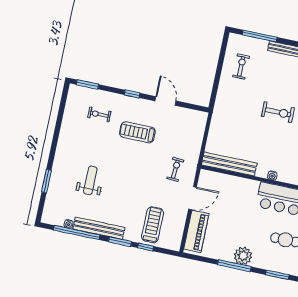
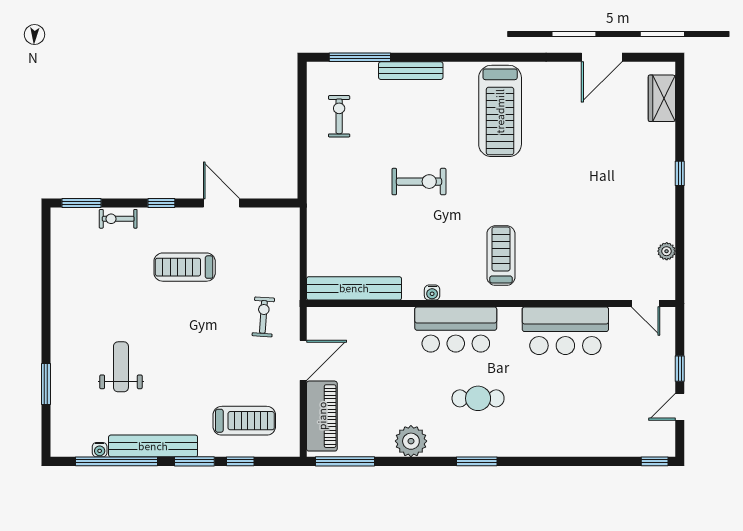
exercise bike: (99, 114) -> (118, 219), moved
treadmill: (153, 225) -> (244, 421), turned 90
window: (234, 266) -> (345, 461), moved

